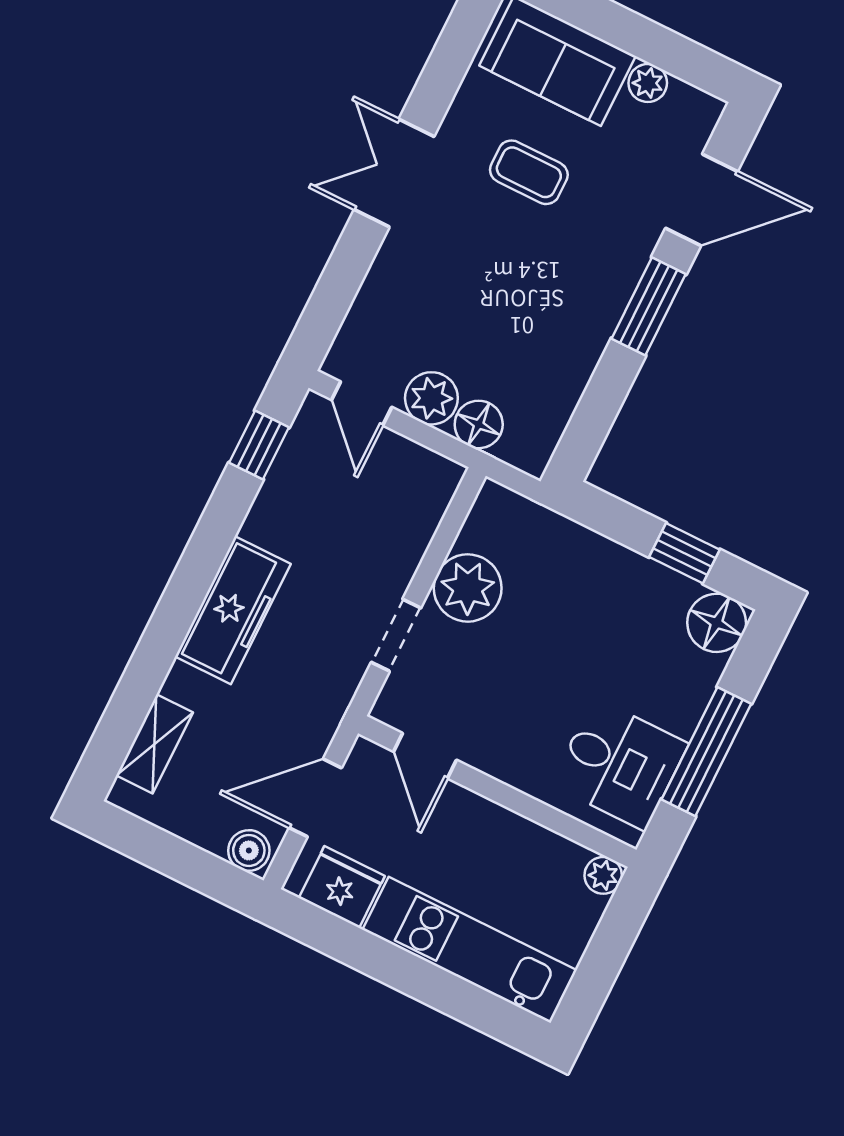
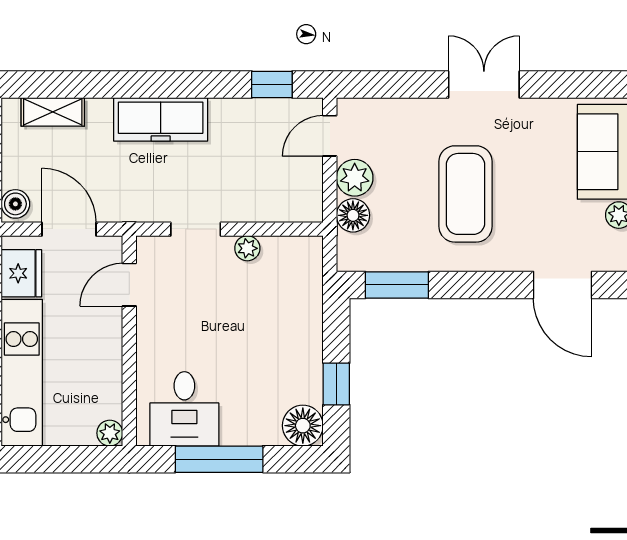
coffee table: (529, 172) -> (465, 194), moved, width x1.86, depth x1.72
window: (649, 306) -> (397, 285), moved
plant: (468, 588) -> (247, 248), width x0.53, depth x0.53

